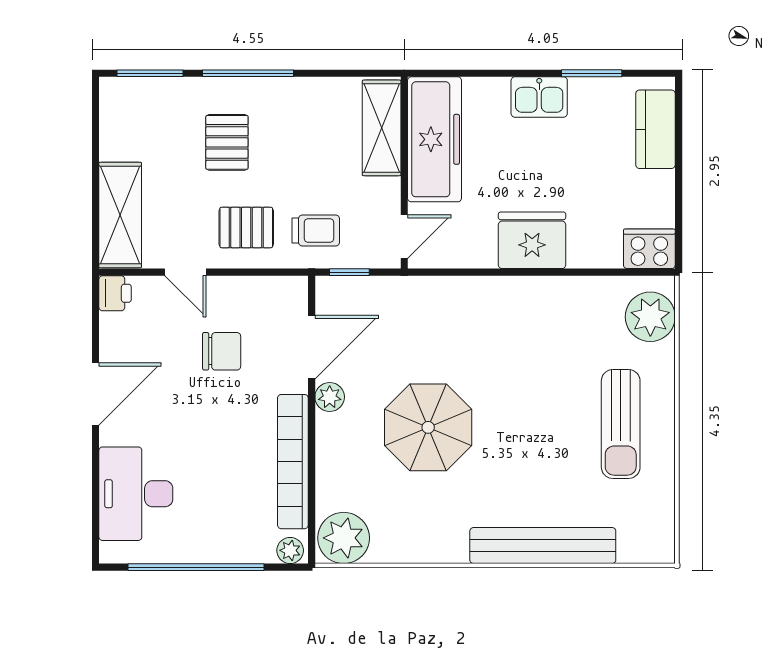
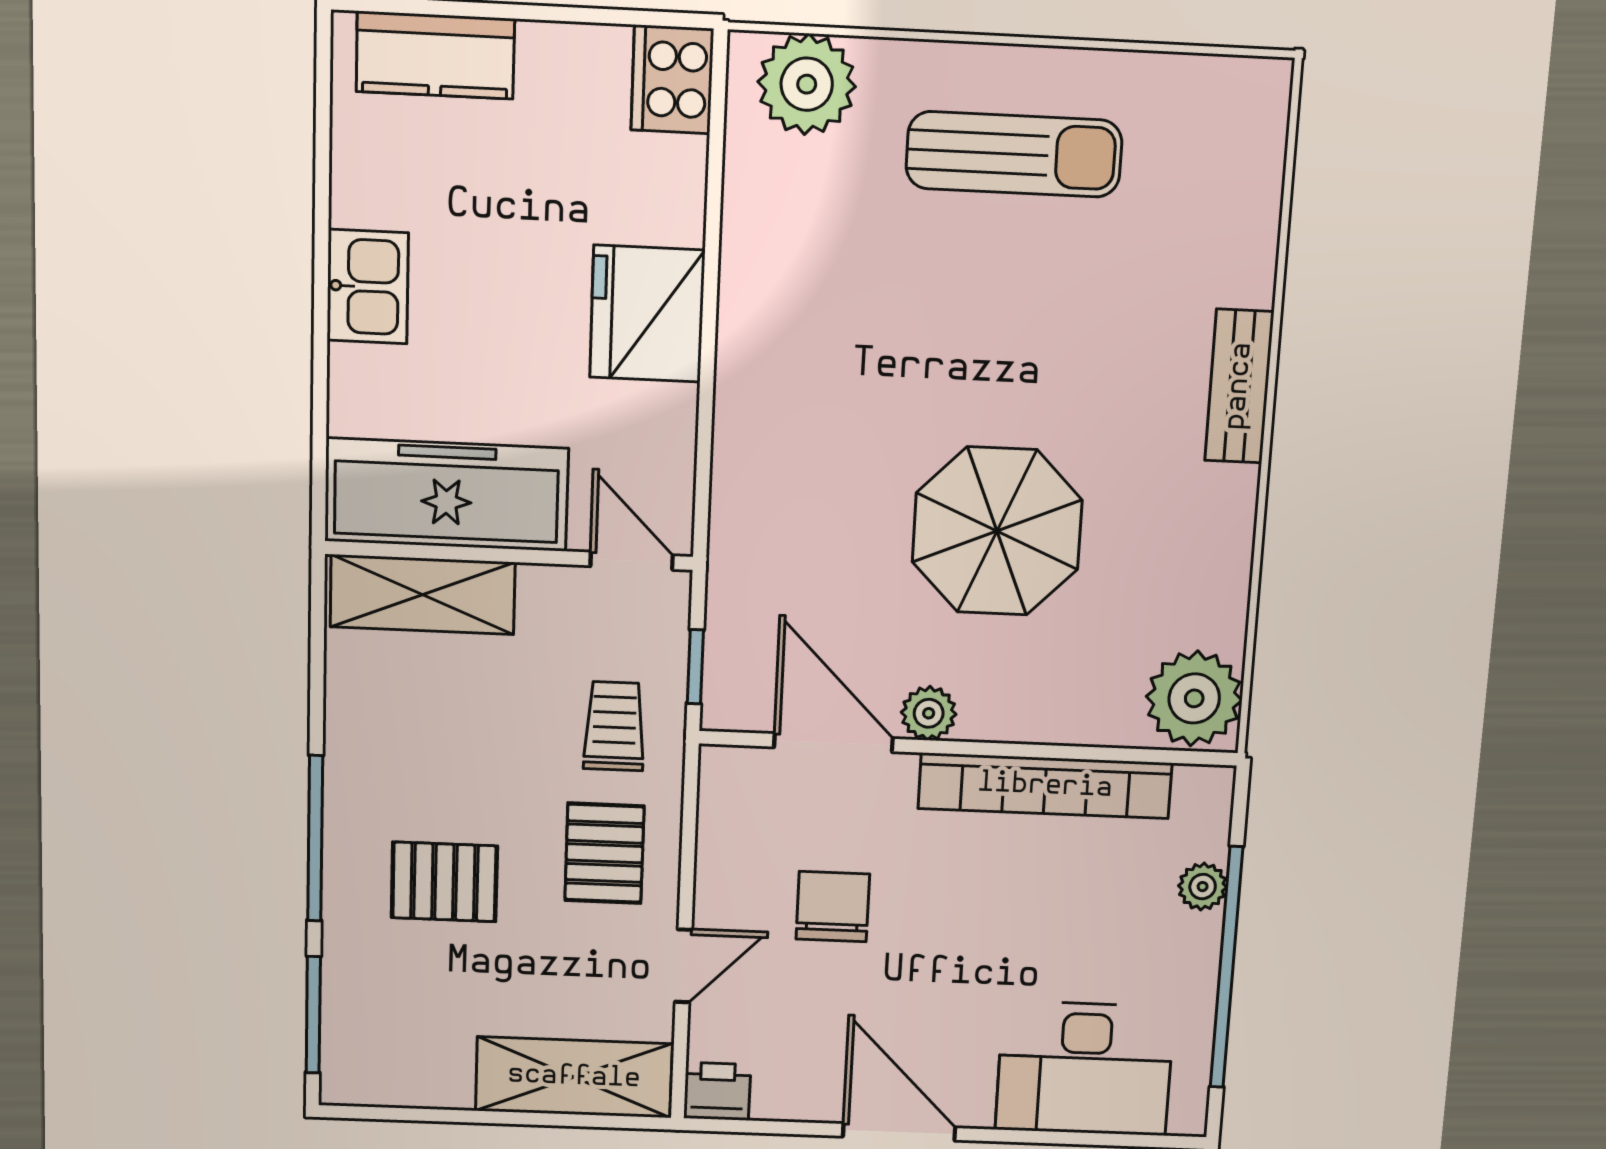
window: (592, 73) -> (322, 180), removed
bench: (543, 546) -> (1239, 386), width x0.54, depth x0.82
plant: (290, 550) -> (1203, 887), moved

